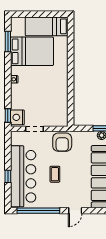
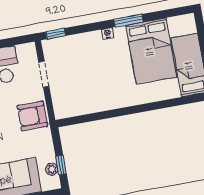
window: (8, 41) -> (128, 21), moved
nightstand: (17, 117) -> (55, 47), removed

